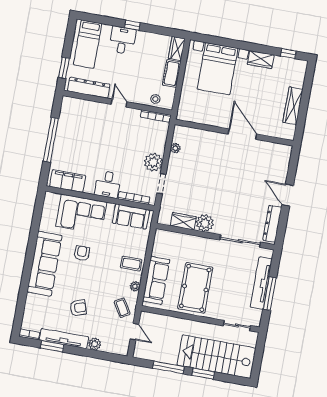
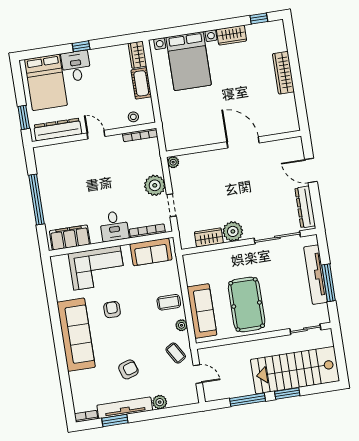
bed: (88, 44) -> (46, 82), width x1.50
wall: (234, 133) -> (234, 144), moved
door: (242, 134) -> (243, 142), moved

